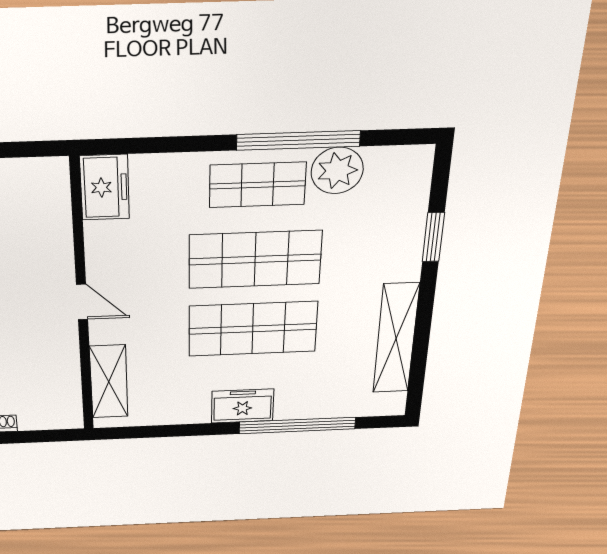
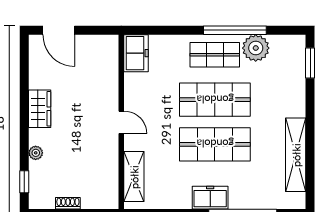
window: (433, 237) -> (310, 63), moved

